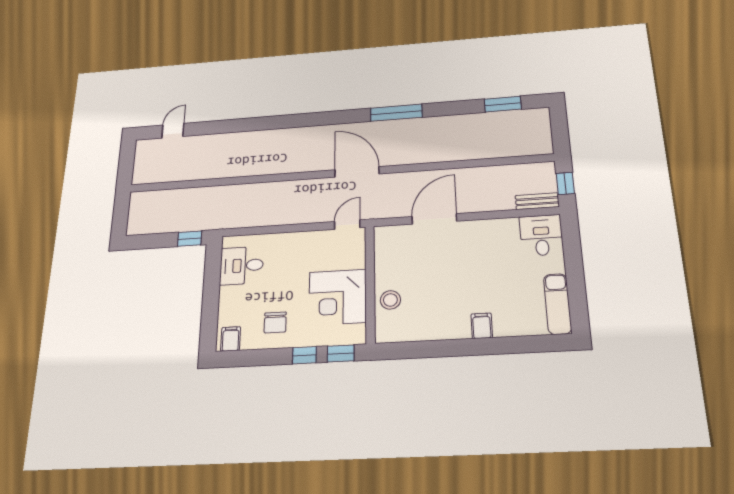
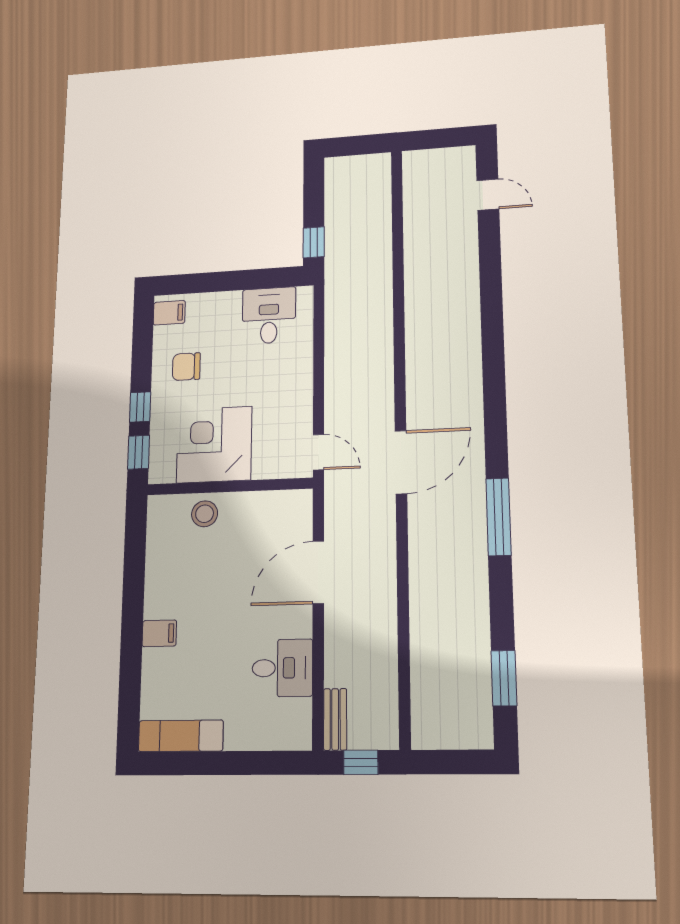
door: (434, 219) -> (318, 572), swing flipped
desk: (541, 235) -> (282, 668), moved

